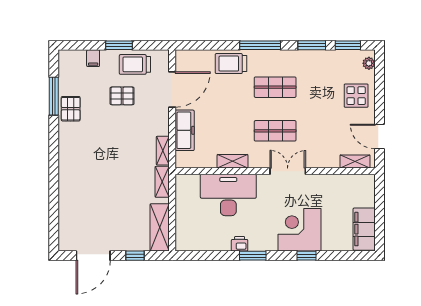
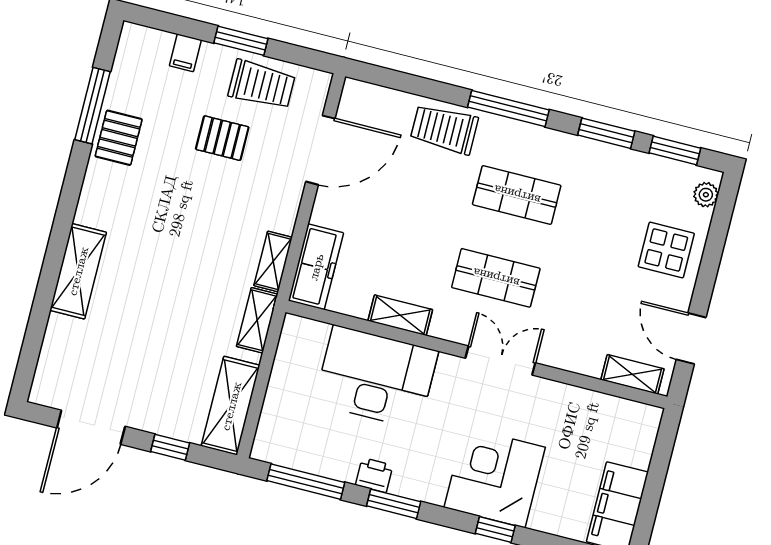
trolley: (135, 64) -> (262, 85), turned 180
freezer: (185, 130) -> (316, 267), moved
shelving: (67, 180) -> (78, 271), added
window: (206, 256) -> (306, 482), added

